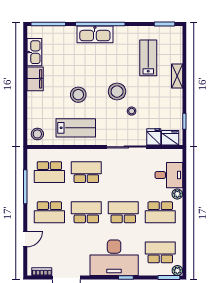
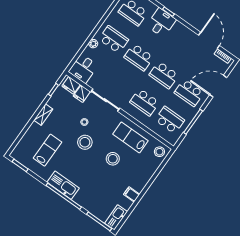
kitchen sink: (95, 34) -> (63, 185), moved
kitchen sink: (34, 52) -> (116, 217), moved
lab bench: (148, 58) -> (47, 150), turned 180
shelving: (177, 76) -> (43, 115), moved
filing cabinet: (35, 79) -> (132, 194), width x0.50
desk: (169, 175) -> (83, 69), moved, turned -90
school desk: (49, 212) -> (189, 93), turned 180
door: (25, 239) -> (218, 86), width x1.88
desk: (114, 258) -> (161, 23), width x0.53, depth x0.77

